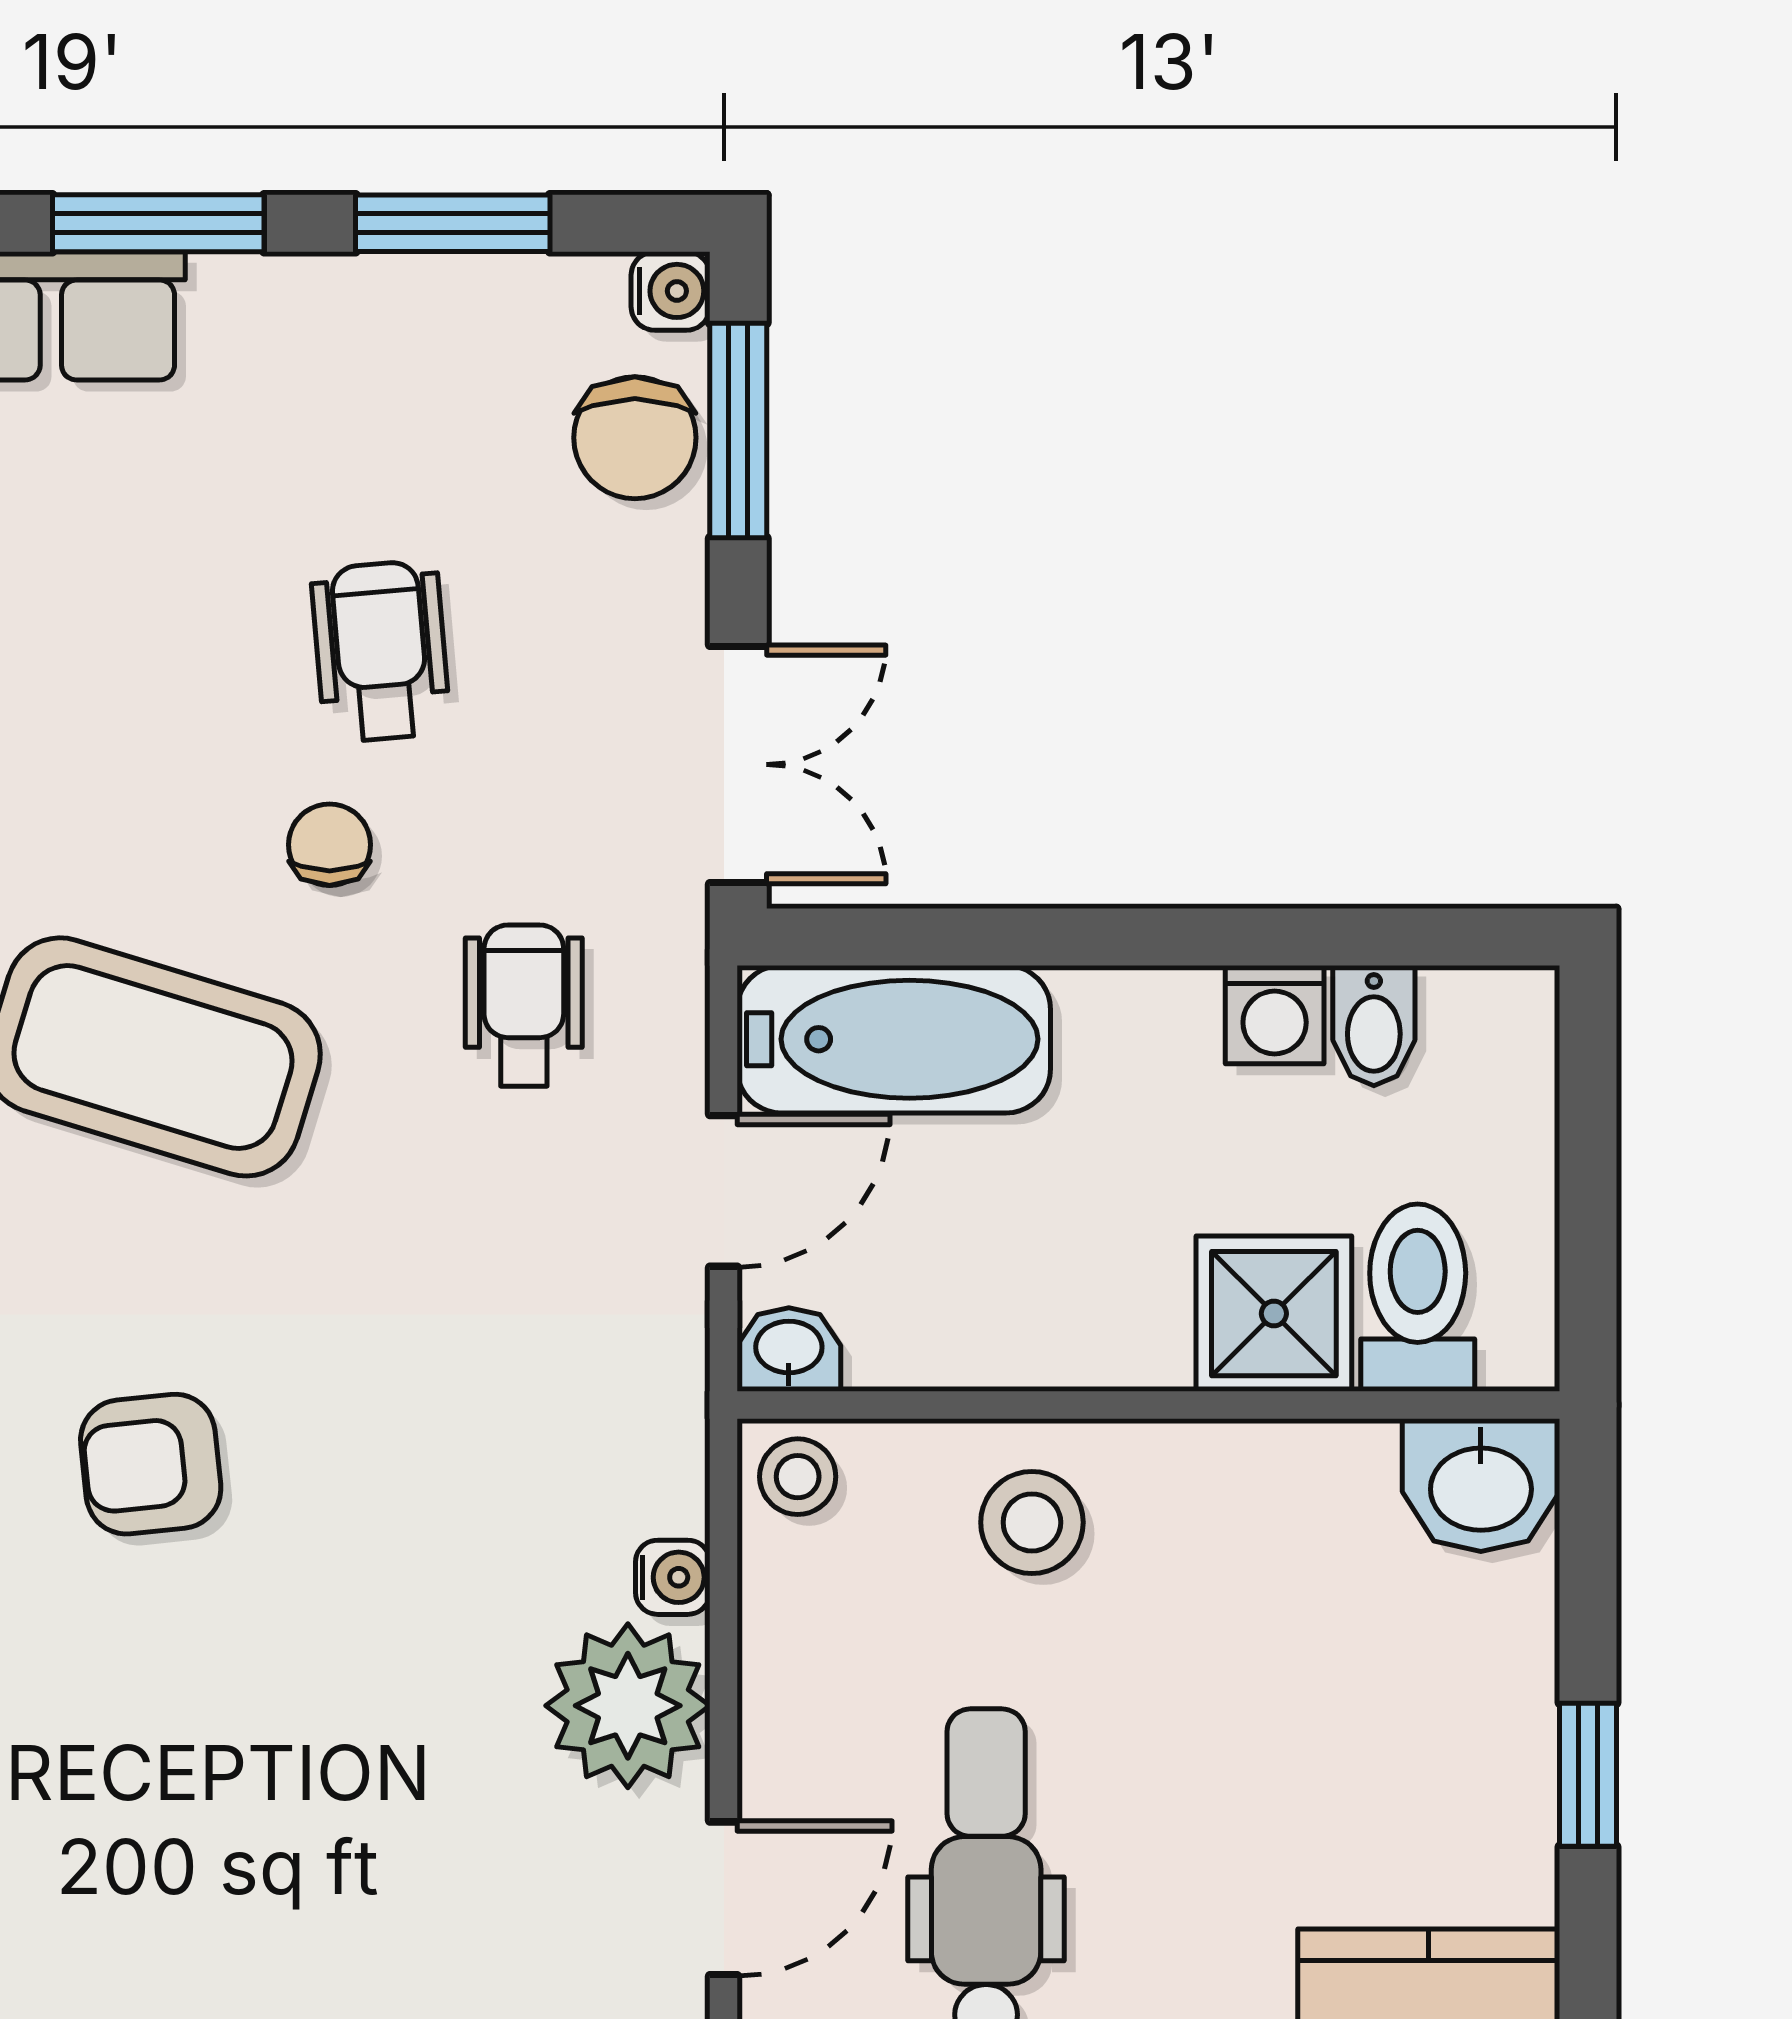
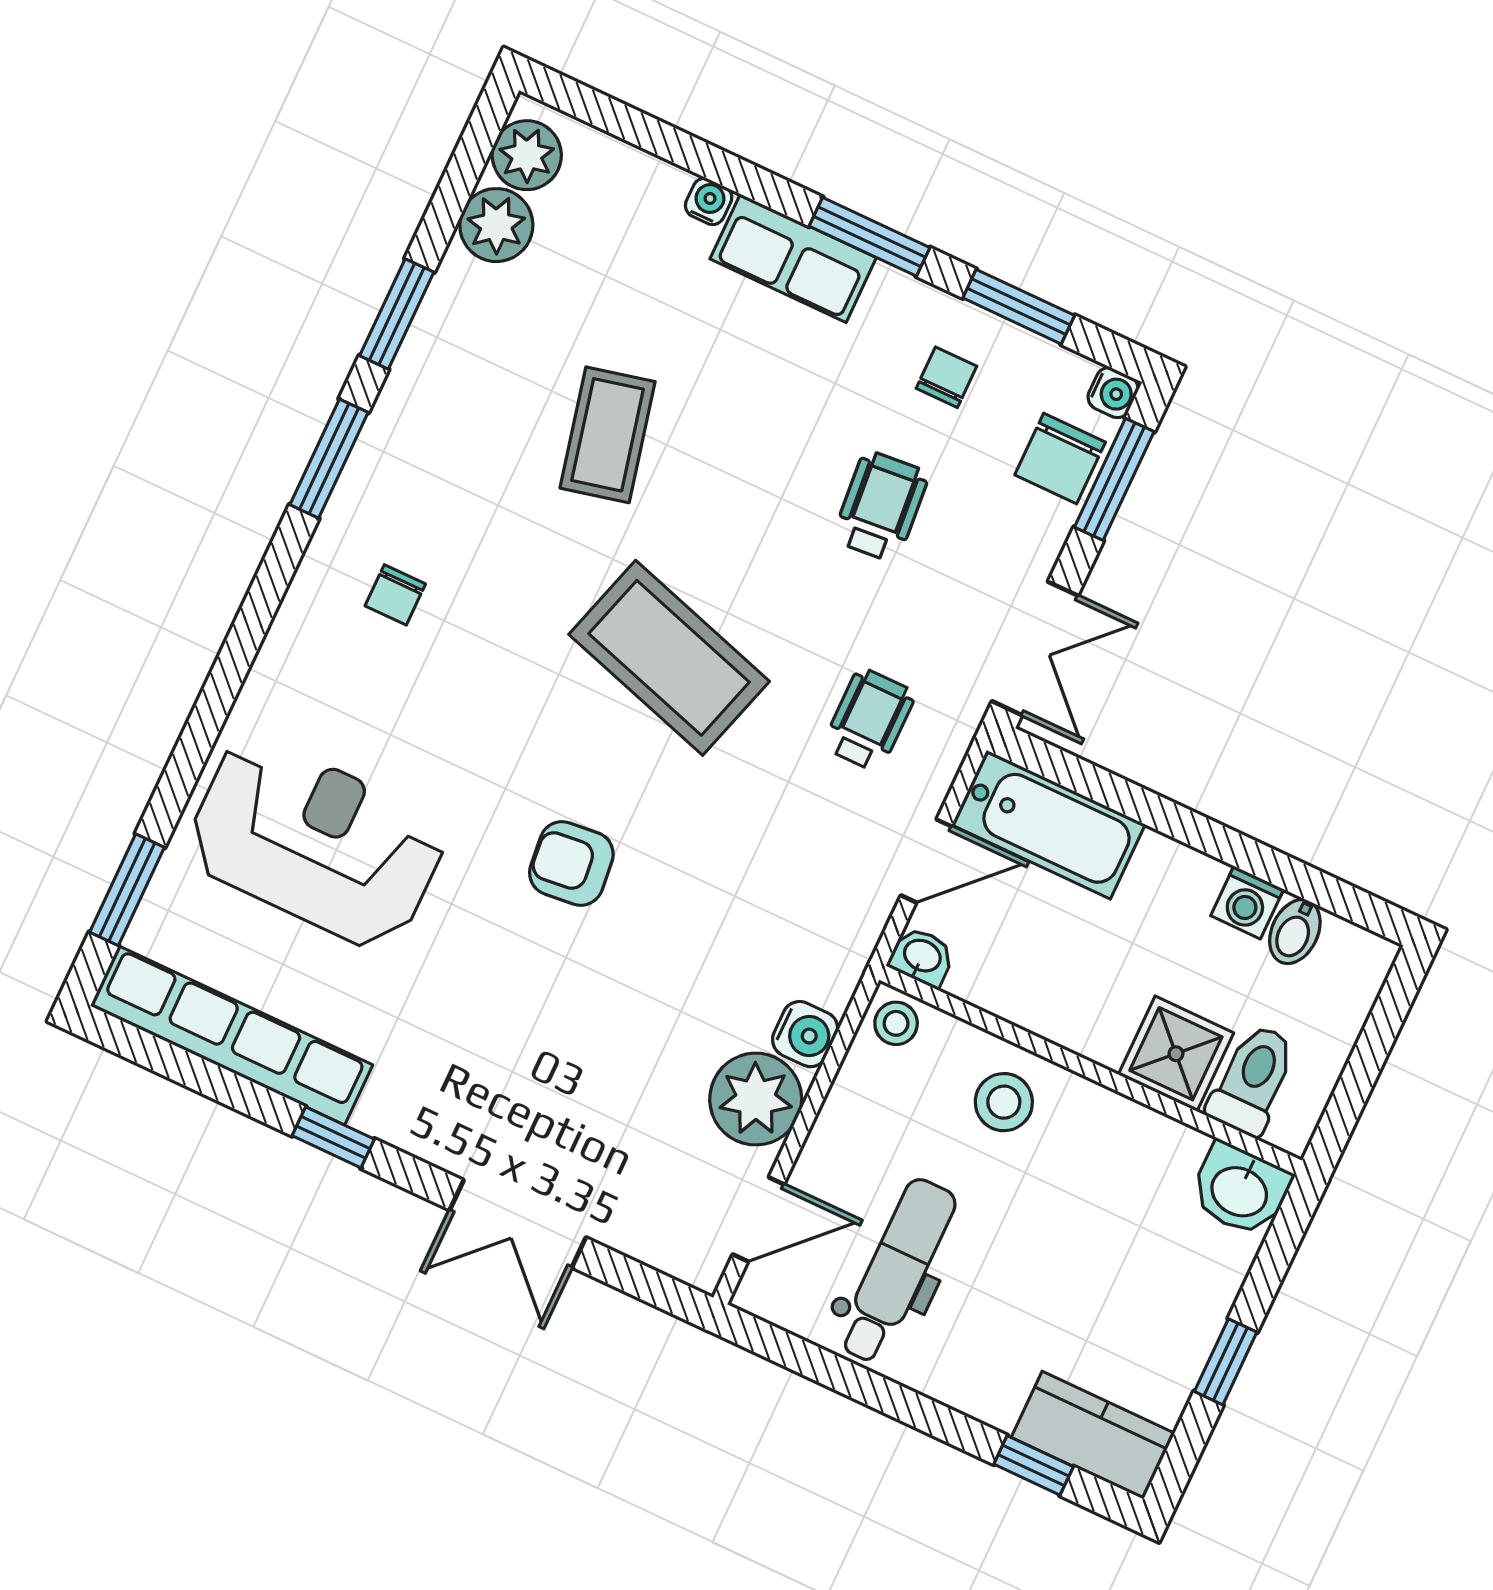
chair: (330, 845) -> (946, 377), moved
water cooler: (673, 1577) -> (805, 1034), width x1.38, depth x1.38

